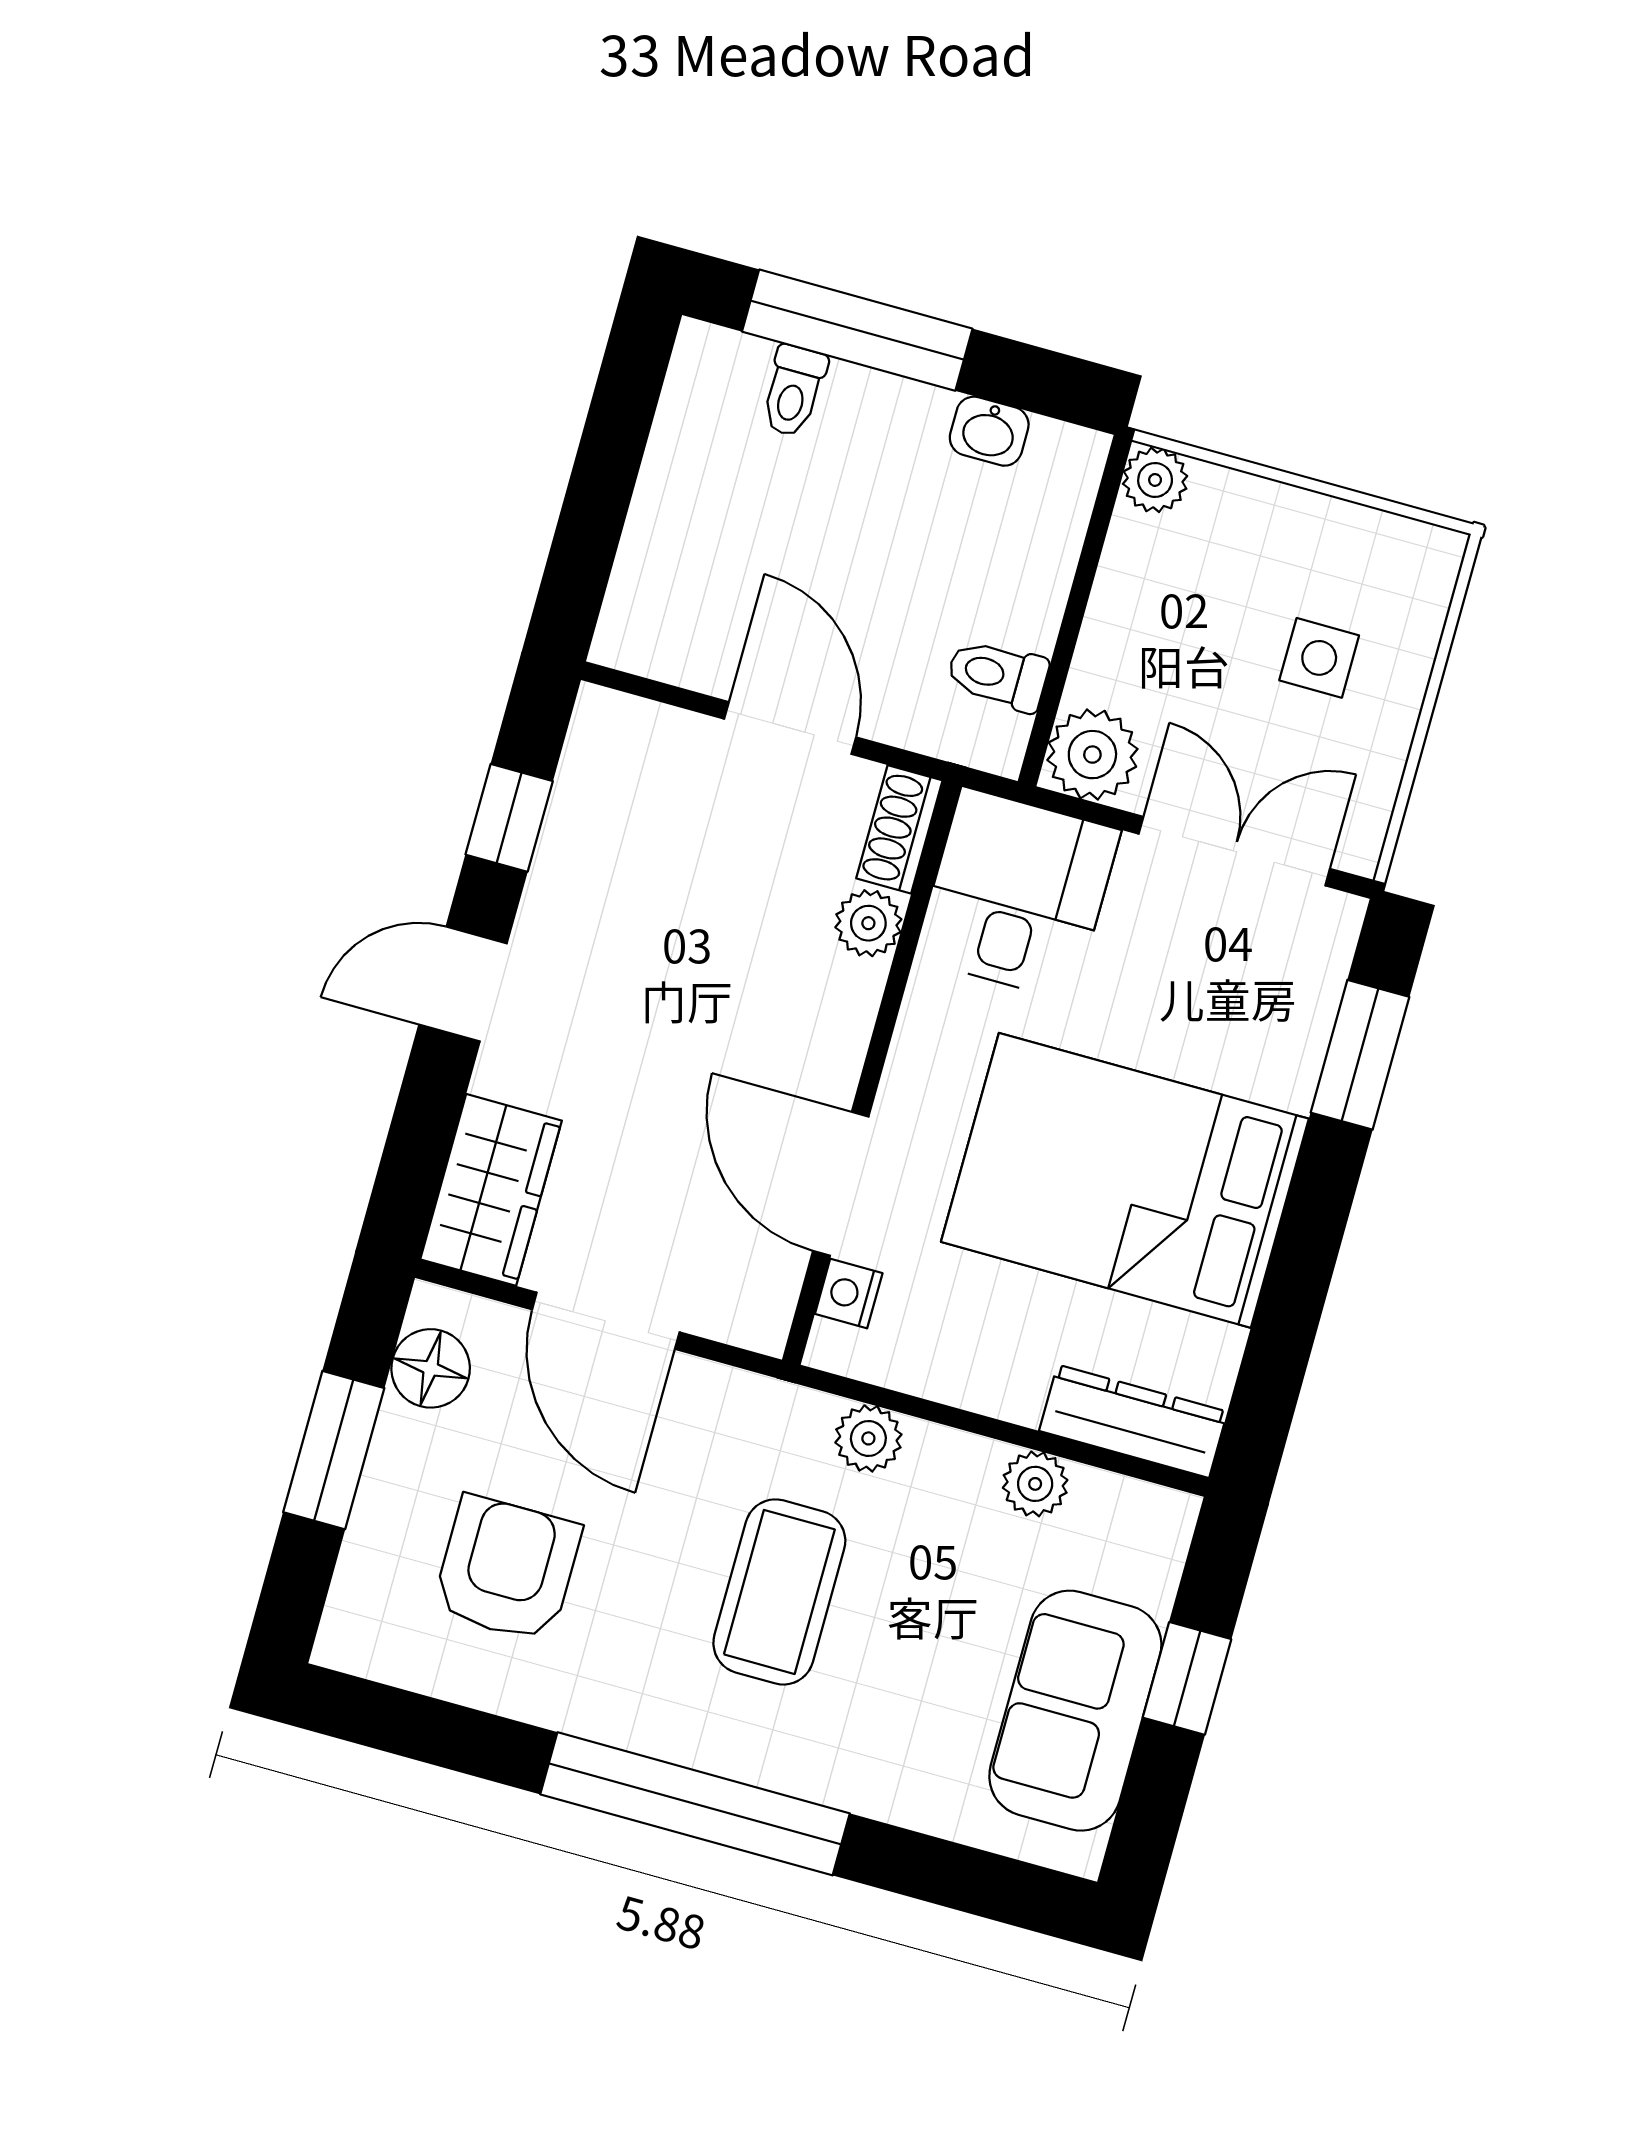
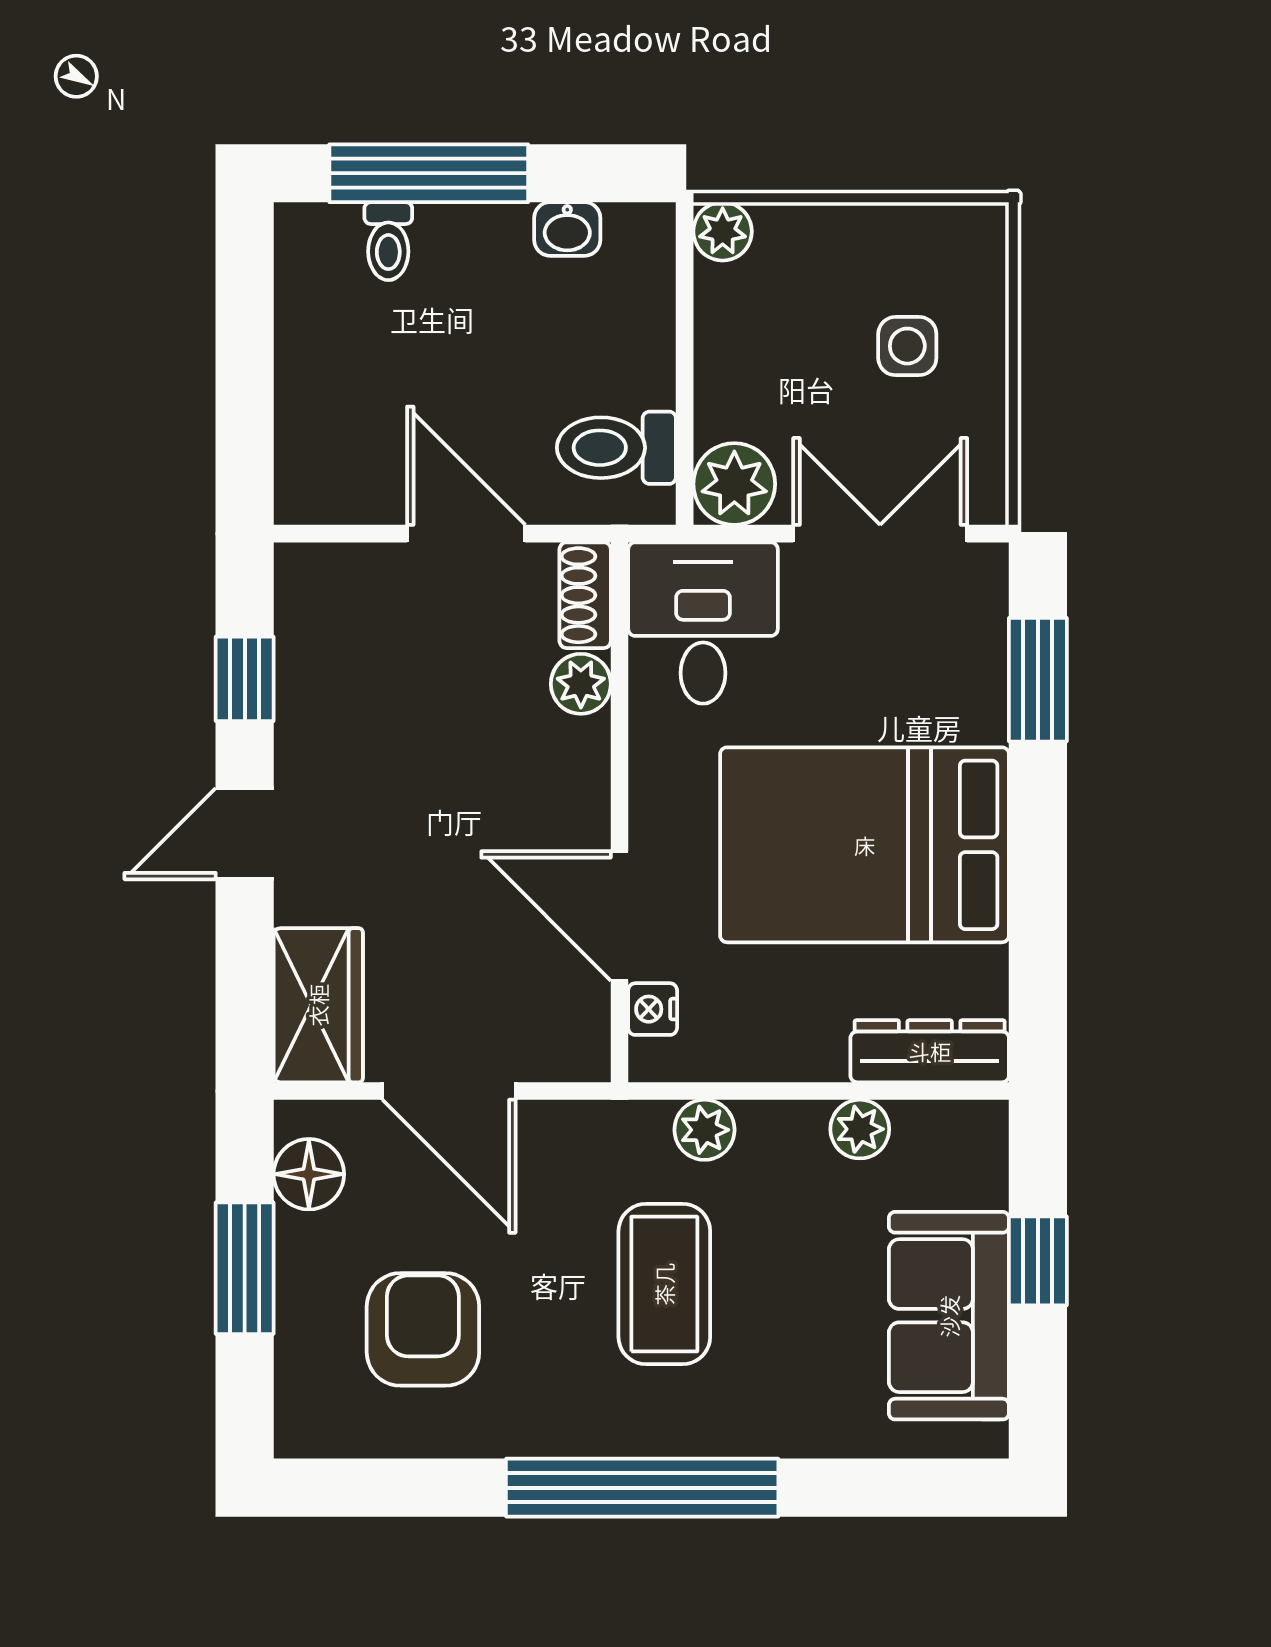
toilet: (998, 675) -> (616, 448), width x1.37, depth x1.39

